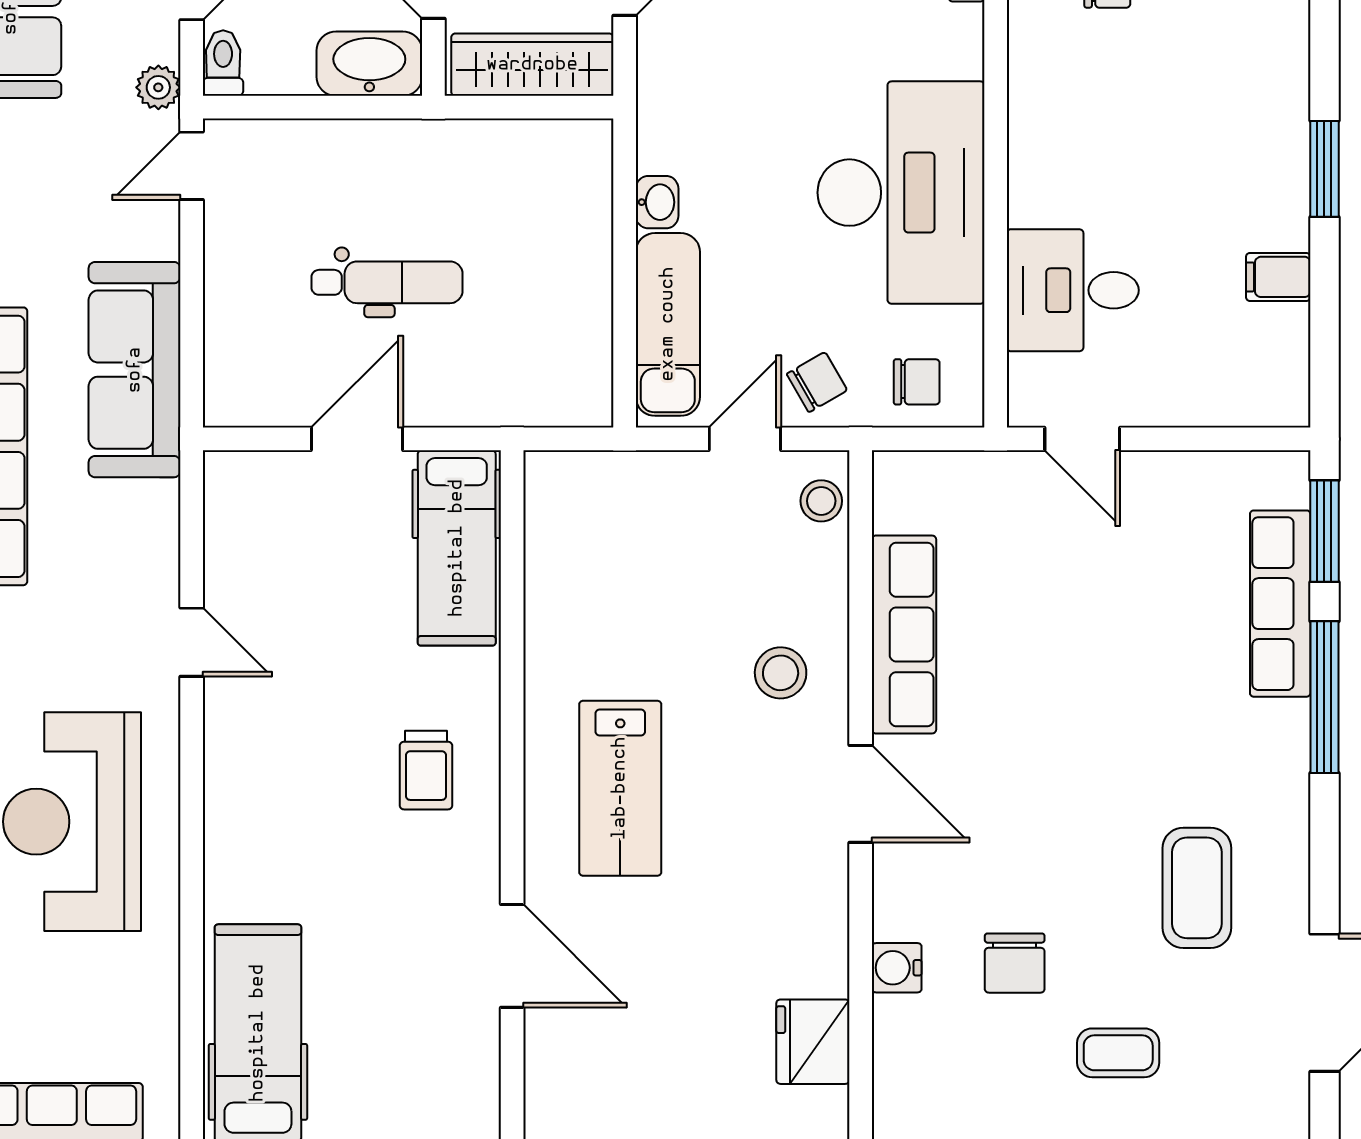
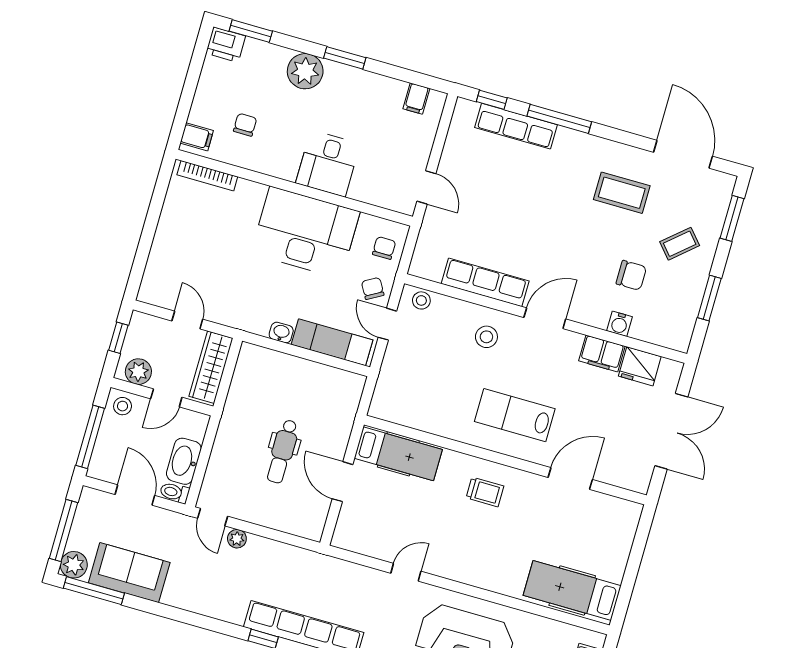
washbasin: (369, 64) -> (184, 461), moved
plant: (158, 87) -> (237, 539), moved
plant: (1268, 87) -> (305, 71), added
filing cabinet: (1278, 277) -> (416, 99), moved
dental chair: (387, 282) -> (282, 451), turned 180
desk: (1073, 290) -> (328, 163), moved
sofa: (135, 370) -> (289, 564), removed
door: (1082, 439) -> (426, 187), hinge flipped
window: (1324, 531) -> (492, 100), width x0.67
lab bench: (620, 788) -> (515, 415), turned 180
filing cabinet: (817, 947) -> (602, 354), added
coffee table: (1118, 1053) -> (680, 244), turned 49

